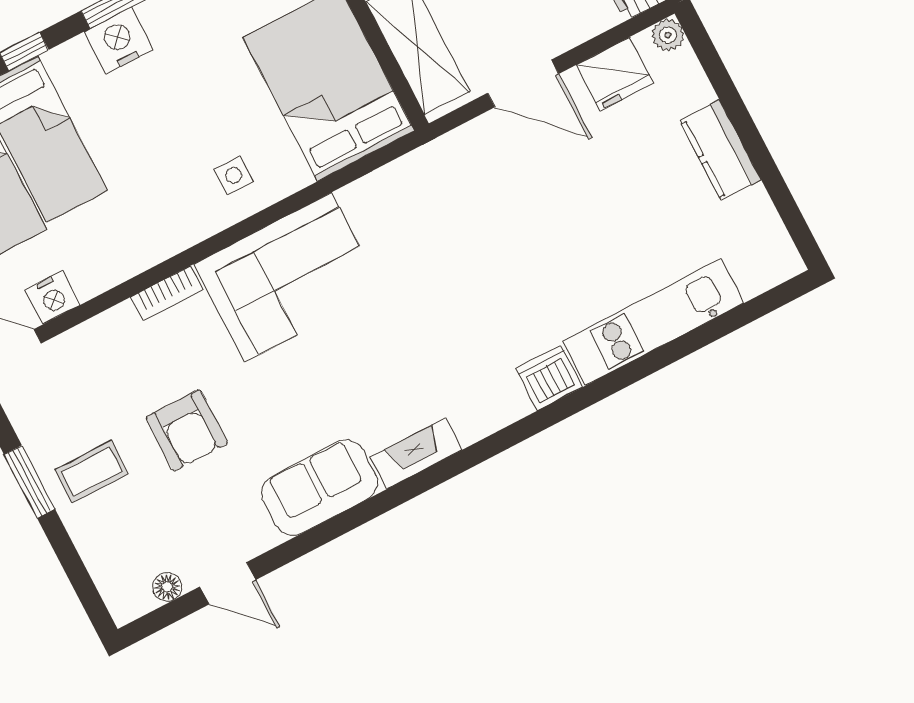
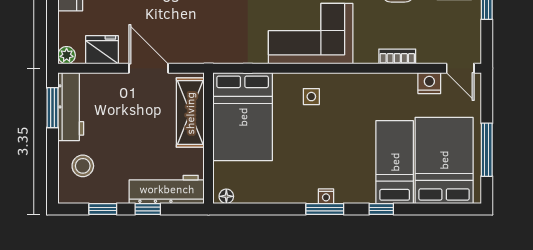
nightstand: (119, 41) -> (326, 196), width x0.53, depth x0.56
bookcase: (167, 293) -> (397, 56), moved

